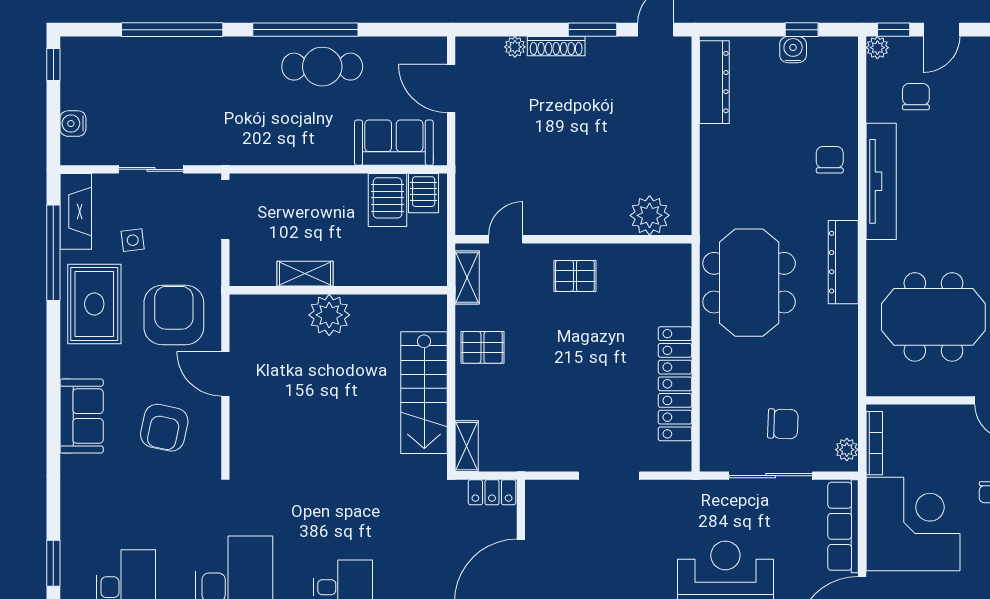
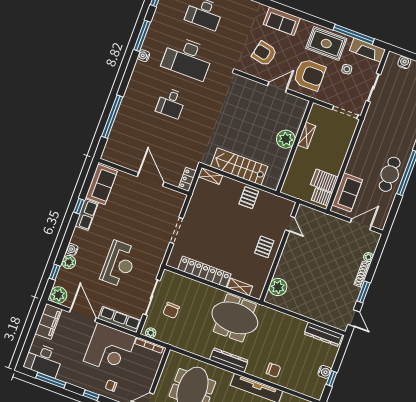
shelving: (467, 278) -> (240, 287), moved

